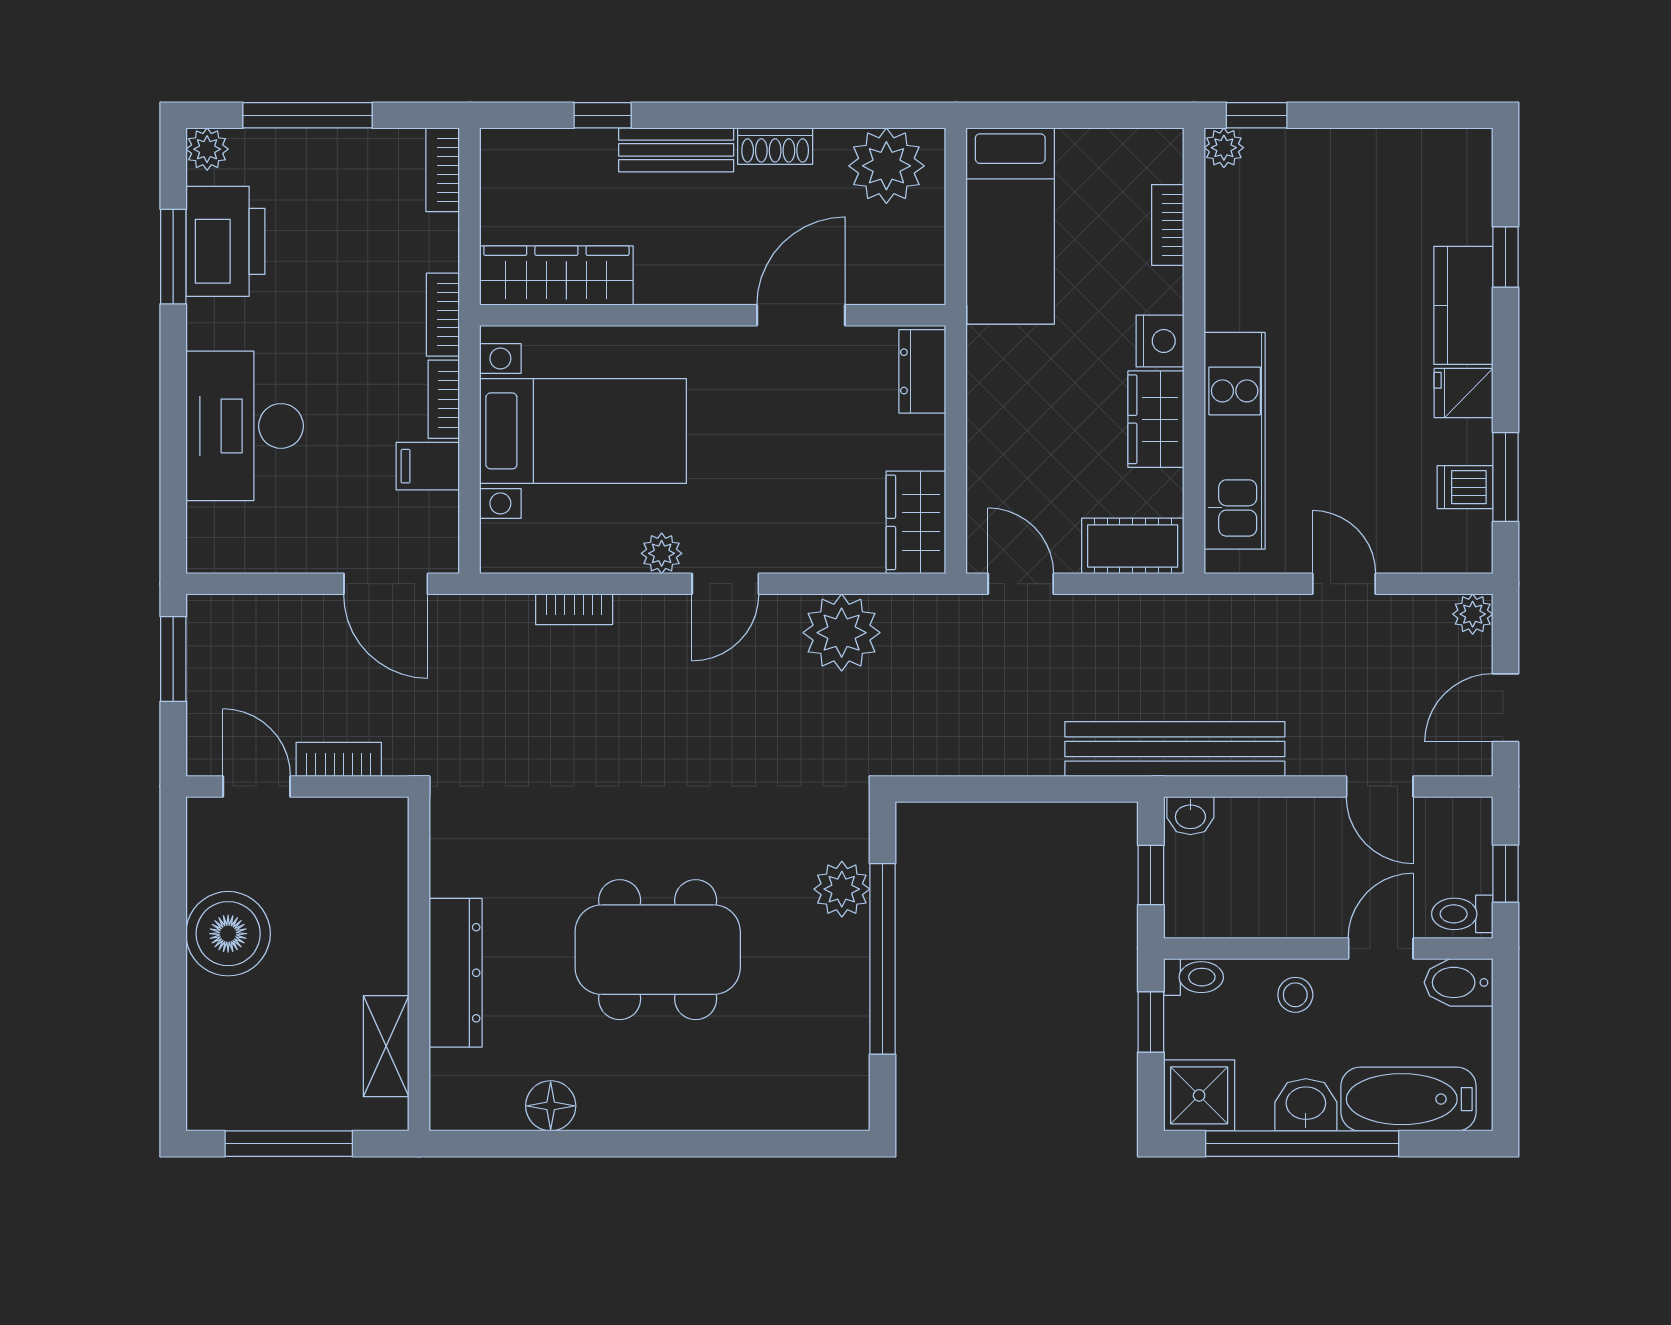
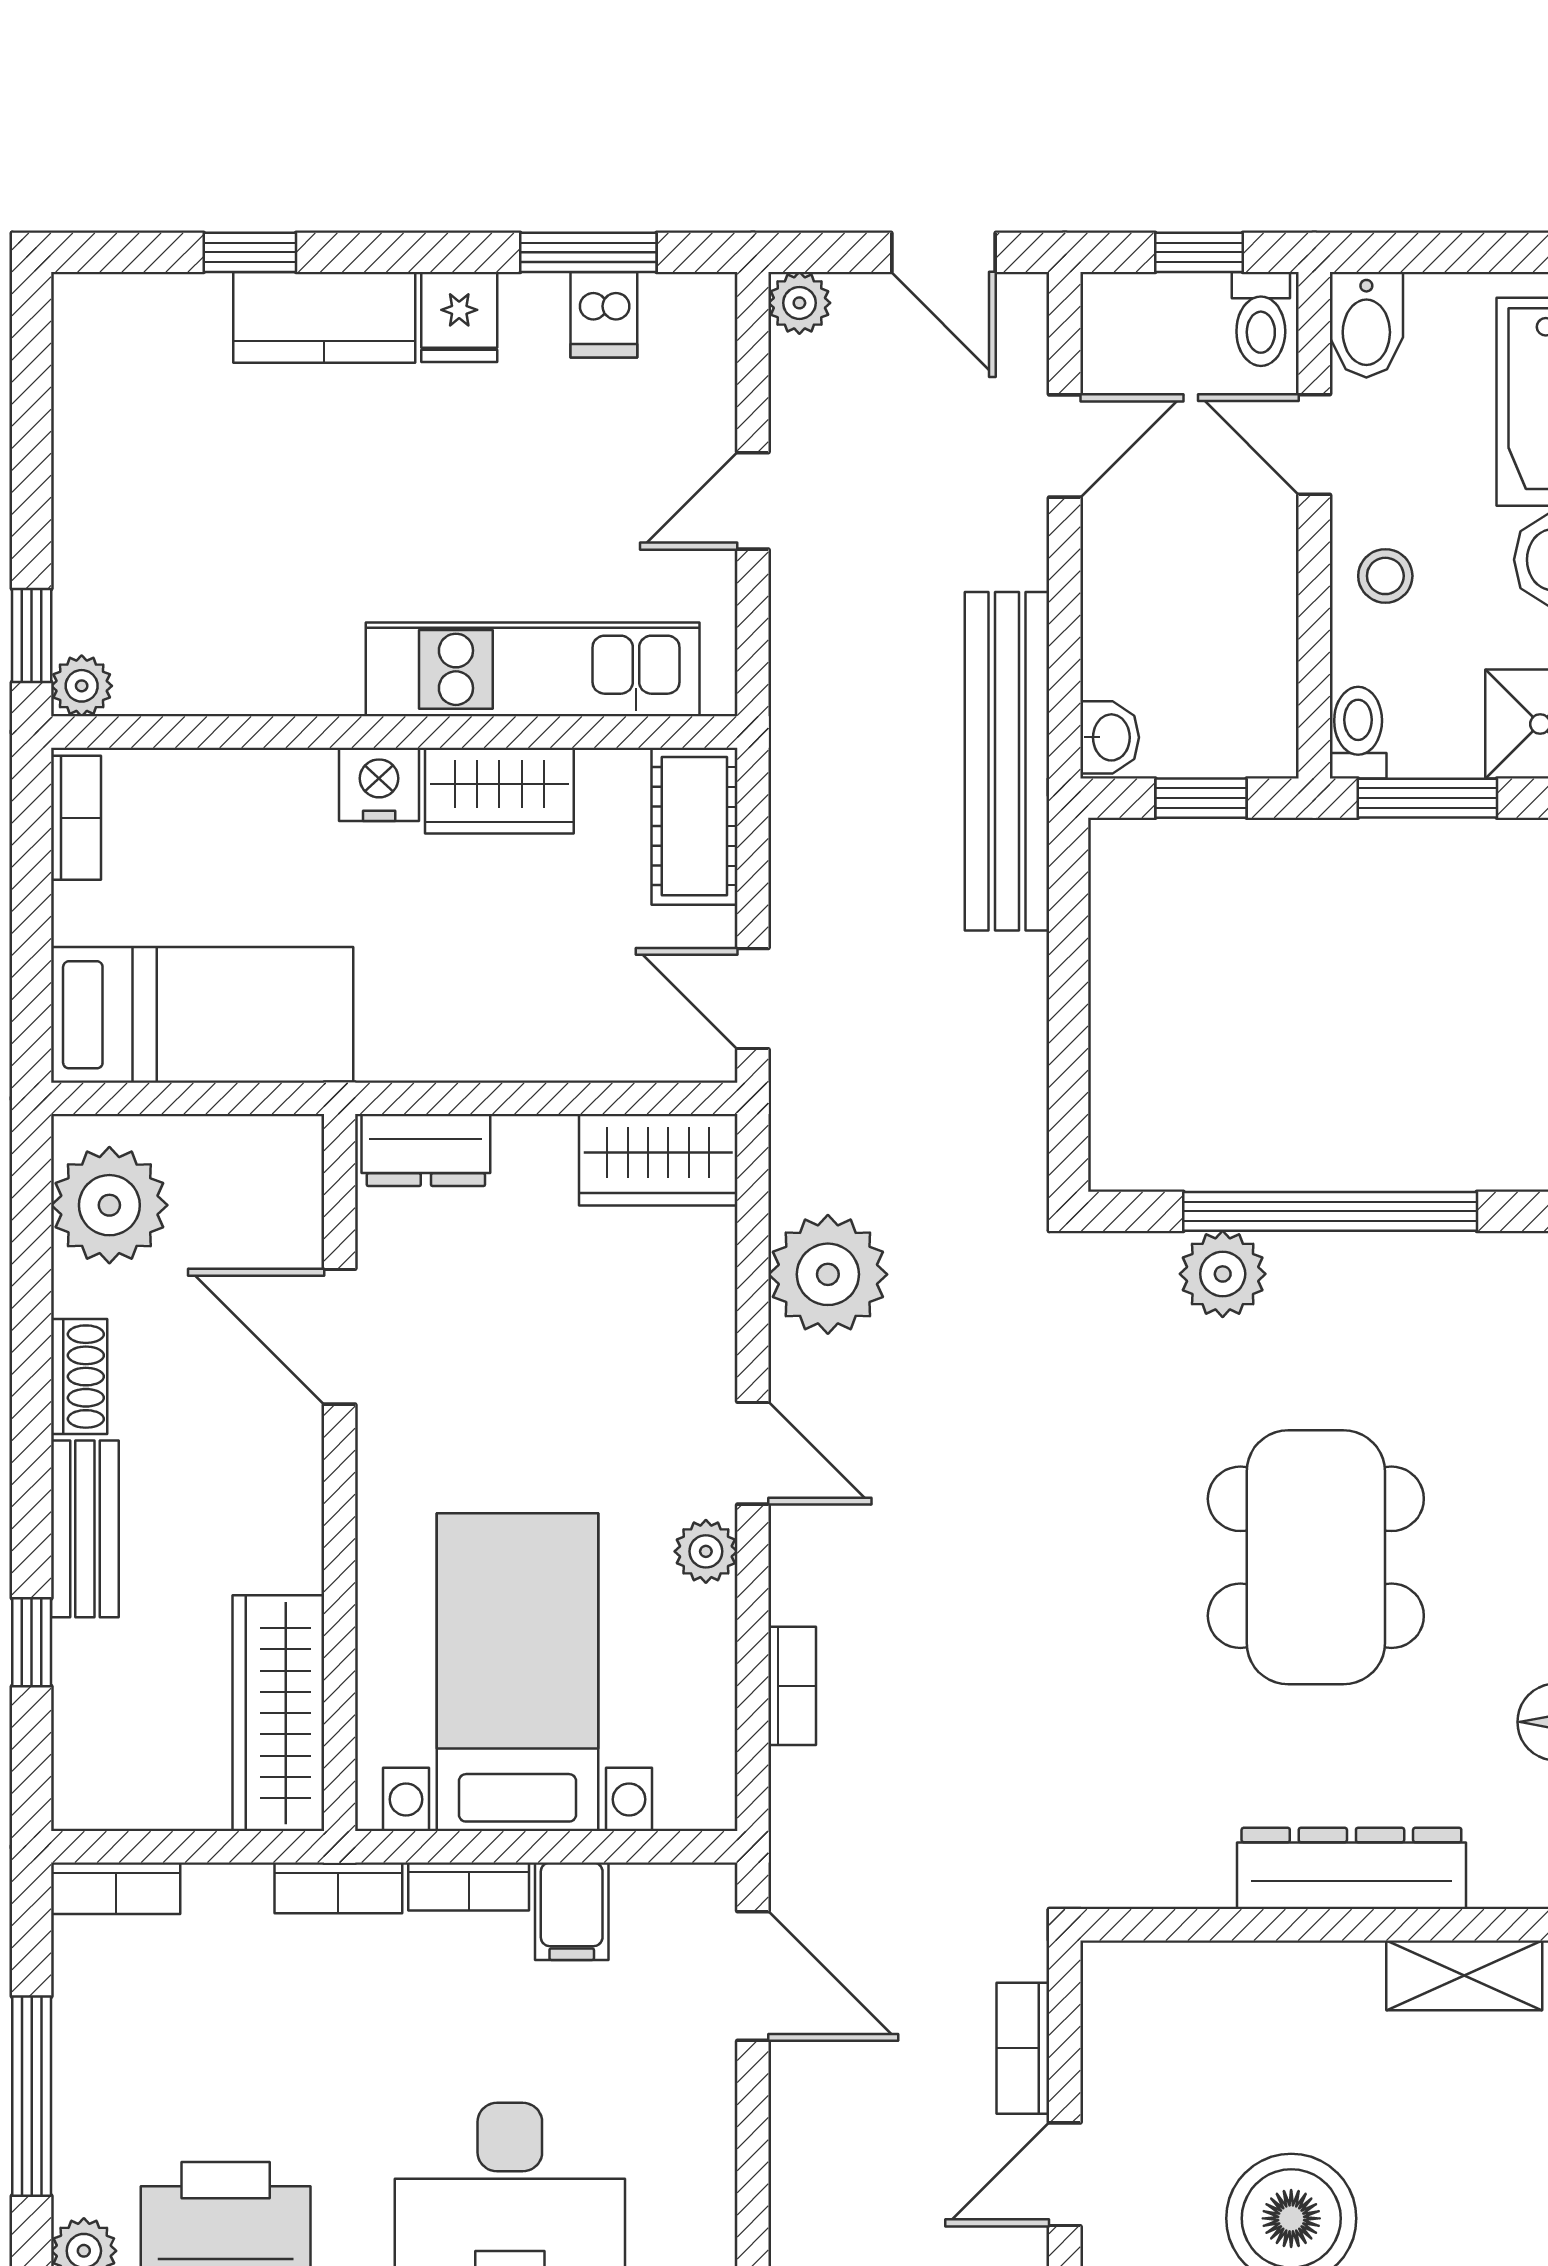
bookcase: (1168, 225) -> (76, 818), moved, turned -90
door: (386, 584) -> (753, 1976), hinge flipped
door: (1021, 584) -> (753, 999), hinge flipped
window: (1151, 1022) -> (1427, 798), width x1.50

